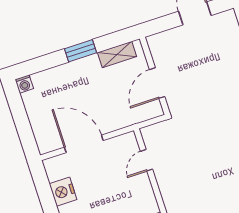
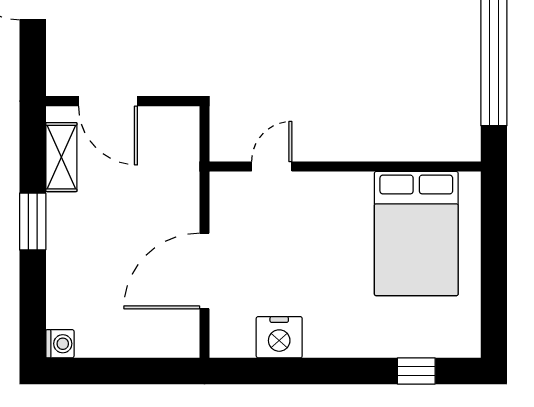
door: (157, 83) -> (108, 101), moved
door: (146, 160) -> (272, 167), swing flipped

